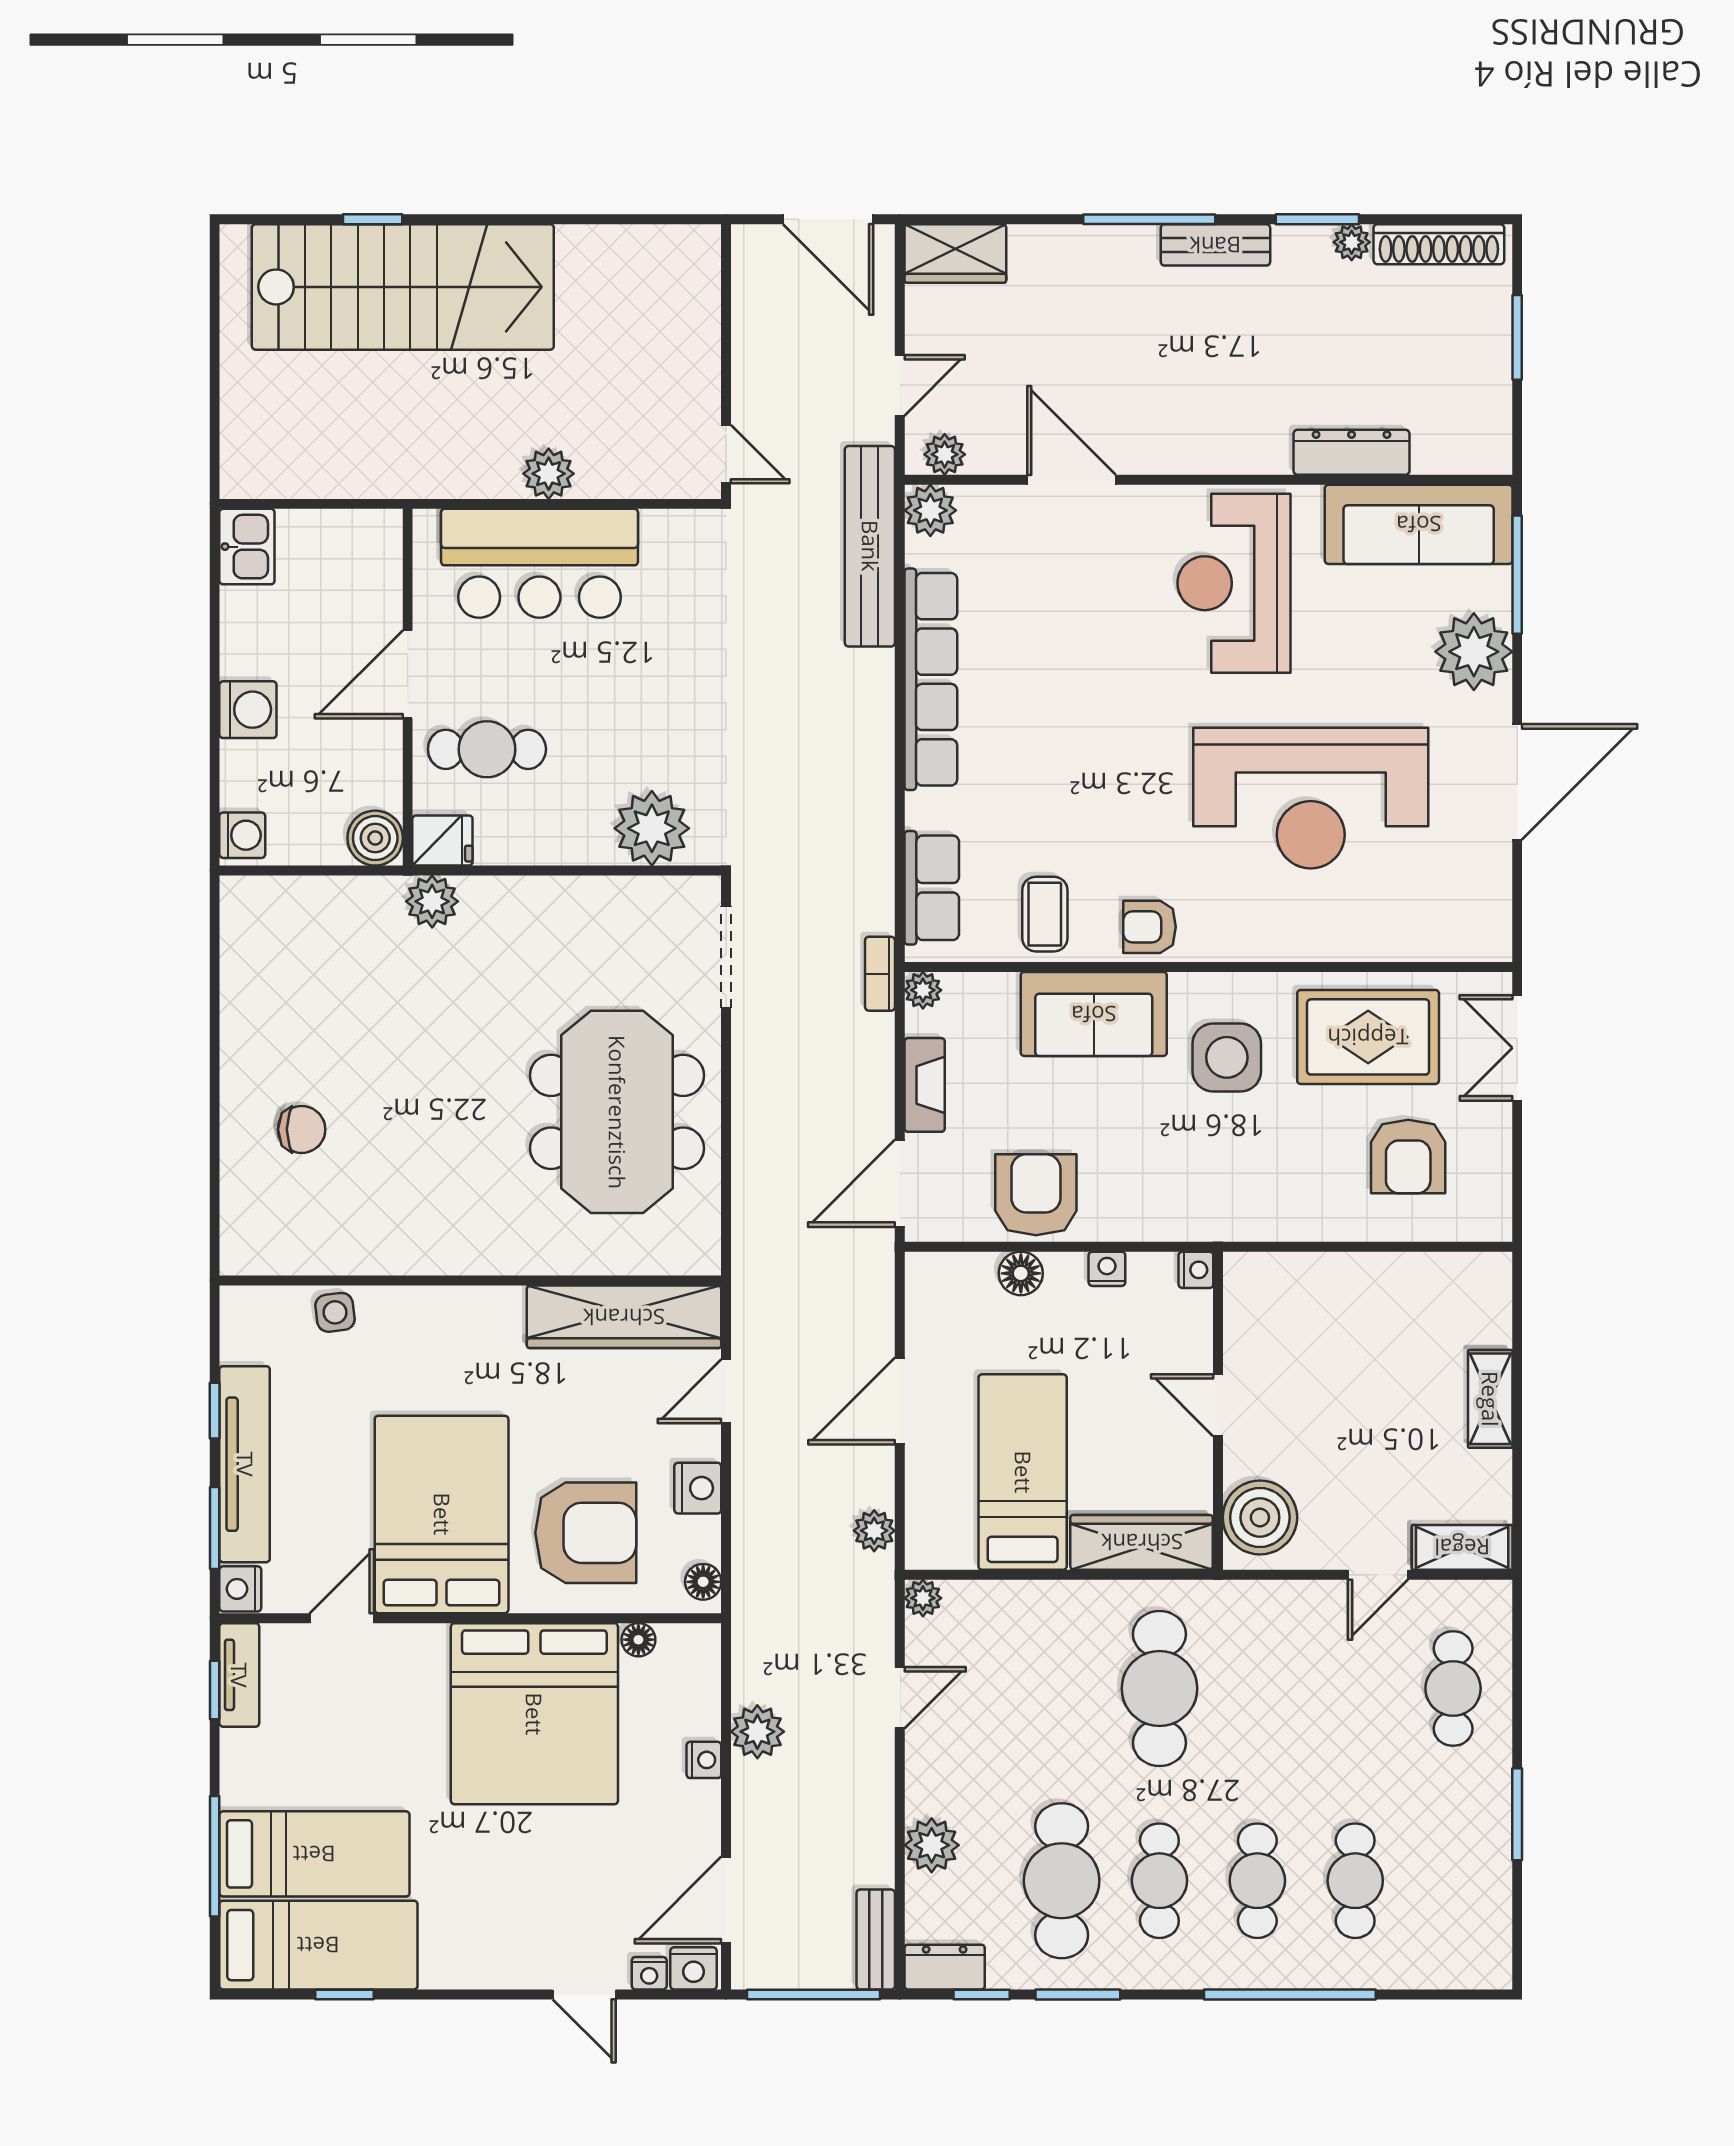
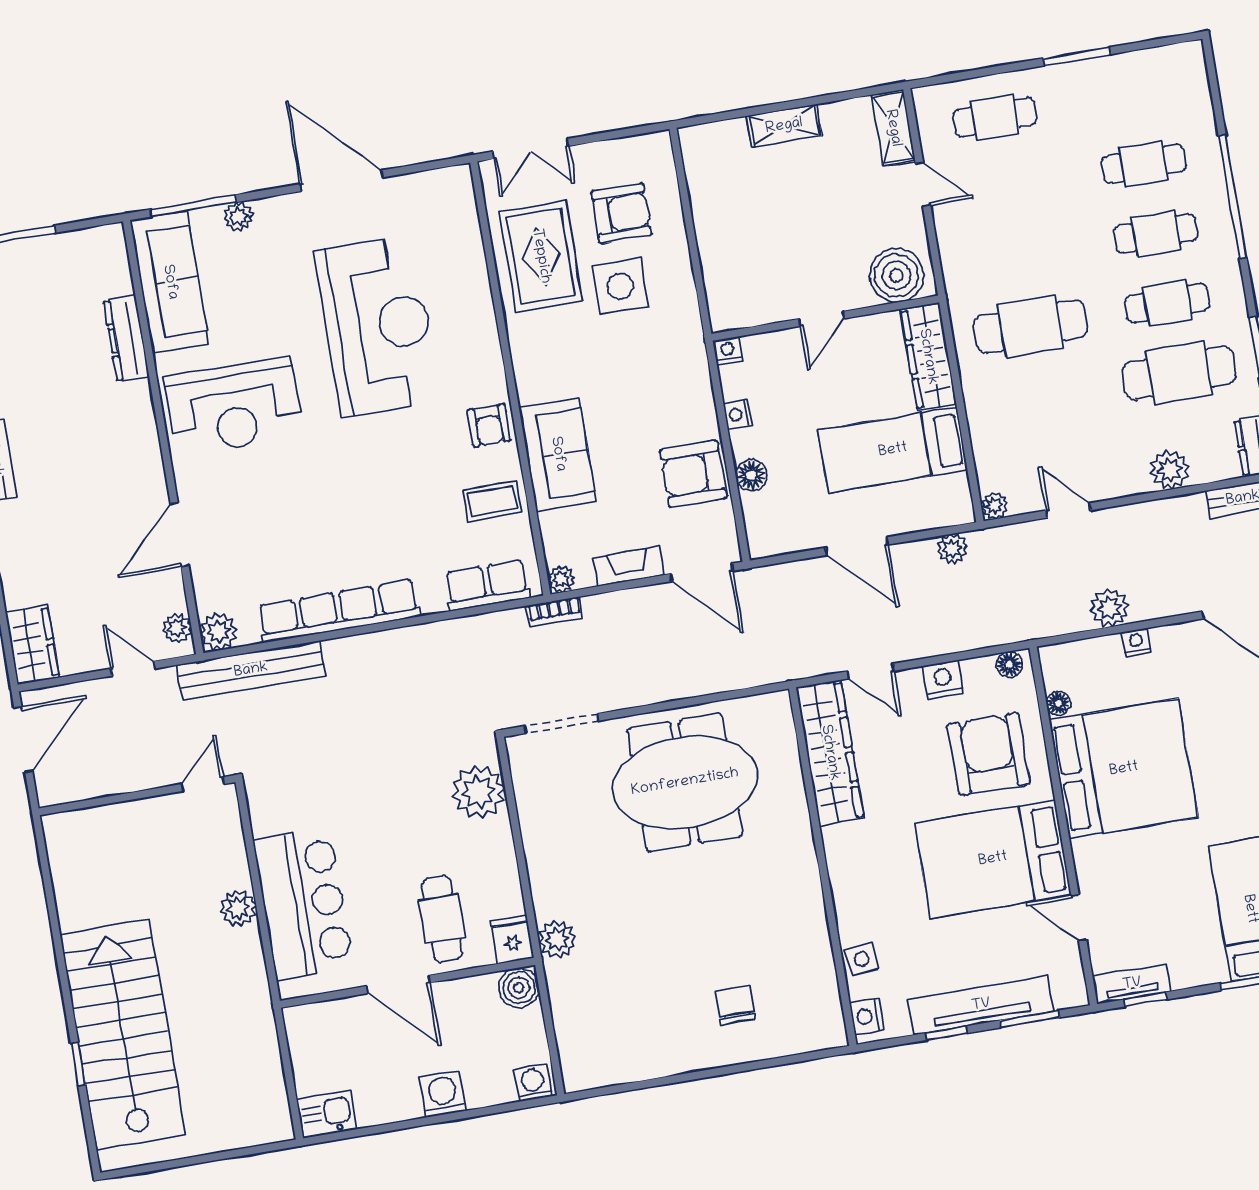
plant: (1474, 652) -> (239, 217), width x0.53, depth x0.53
side table: (1227, 1057) -> (620, 286), moved
nightstand: (240, 1589) -> (867, 1016), moved, turned 90

